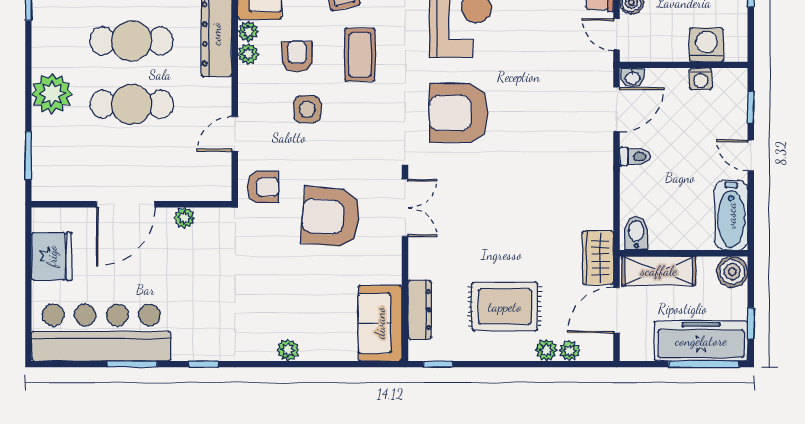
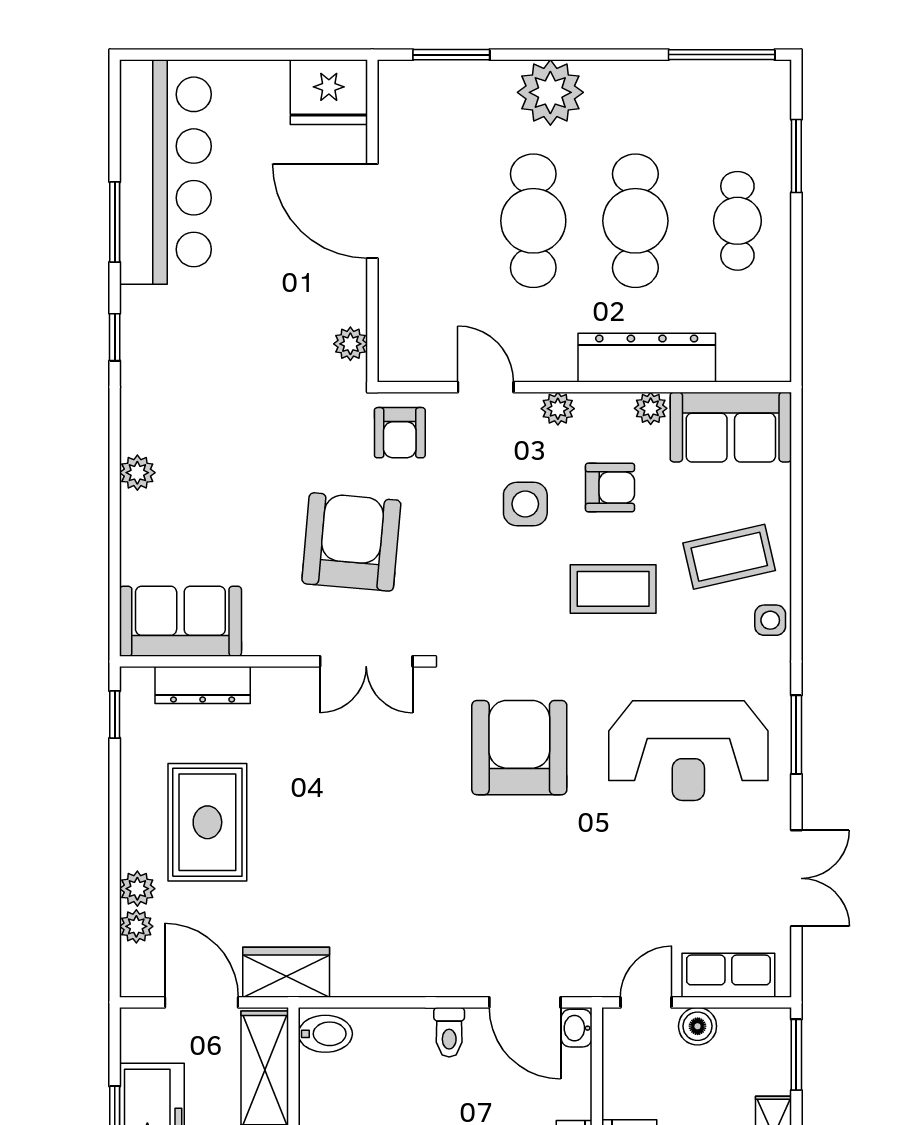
plant: (248, 54) -> (558, 409), moved
plant: (184, 218) -> (350, 344), moved
fridge: (52, 256) -> (329, 92), moved

